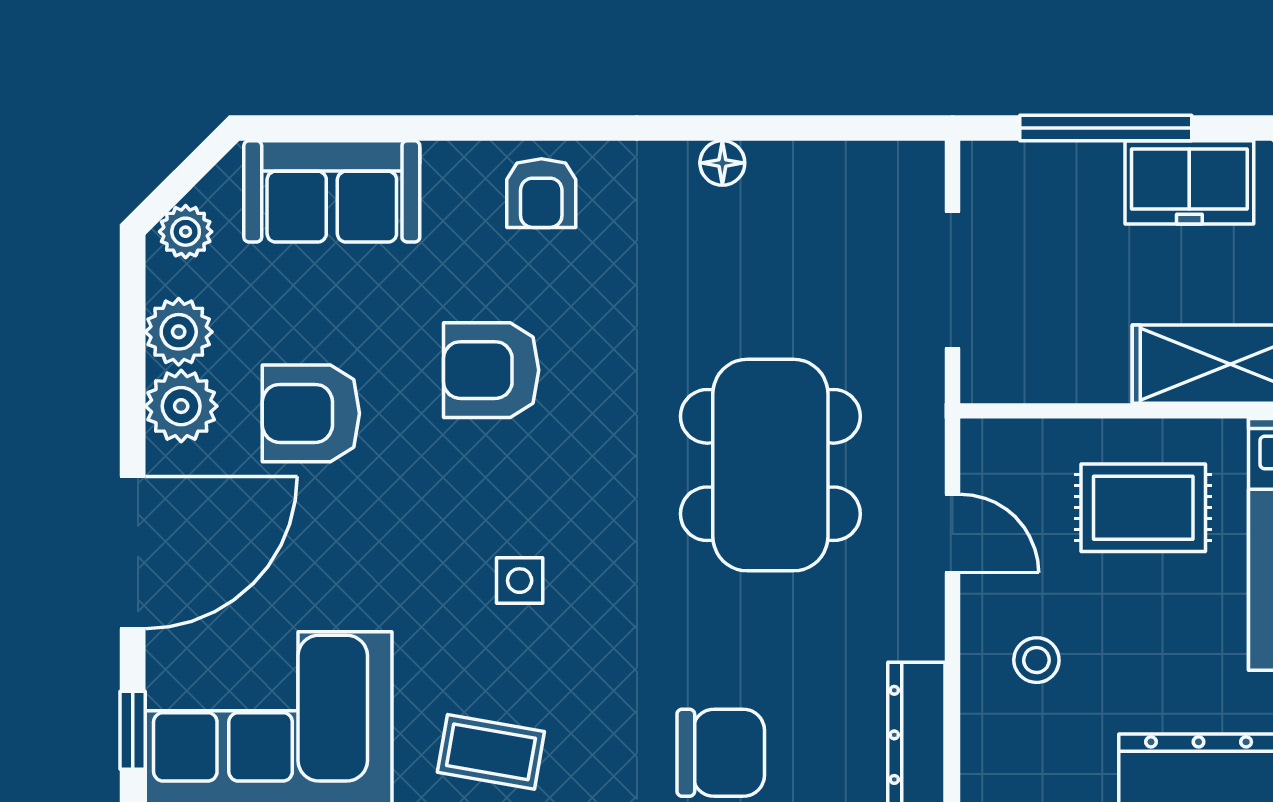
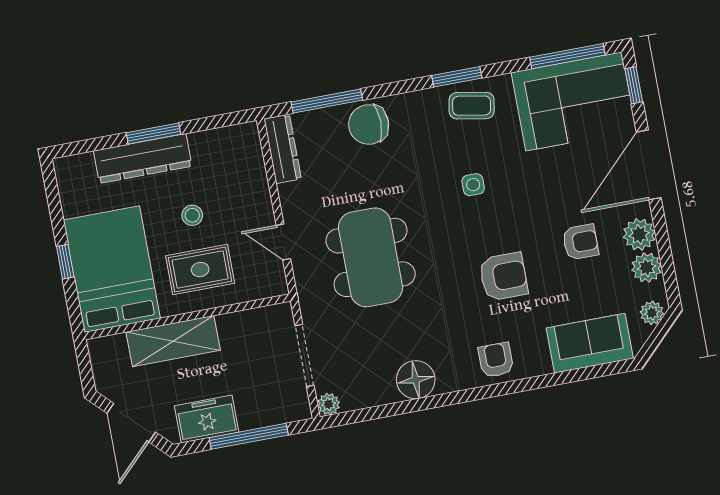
floor lamp: (722, 163) -> (416, 380), width x1.89, depth x1.89
plant: (920, 165) -> (329, 404), added
armchair: (311, 413) -> (580, 242), width x0.72, depth x0.72
stool: (1036, 660) -> (192, 215), moved

